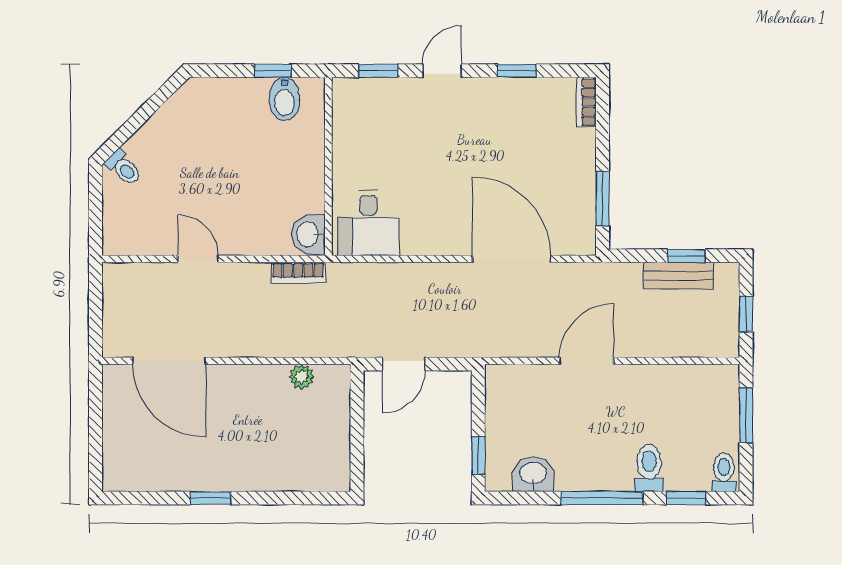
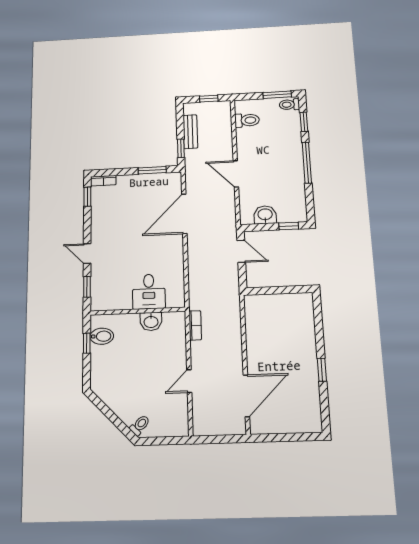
window: (517, 71) -> (87, 197), moved
desk: (368, 223) -> (149, 292), moved, turned 90
washbasin: (308, 234) -> (151, 321), moved
window: (686, 256) -> (181, 148), moved
door: (404, 364) -> (241, 251), moved
plant: (302, 377) -> (252, 321), removed
window: (746, 415) -> (277, 95), moved
toilet: (649, 468) -> (247, 120), moved, turned 180
washbasin: (533, 474) -> (265, 215), moved, turned 90

